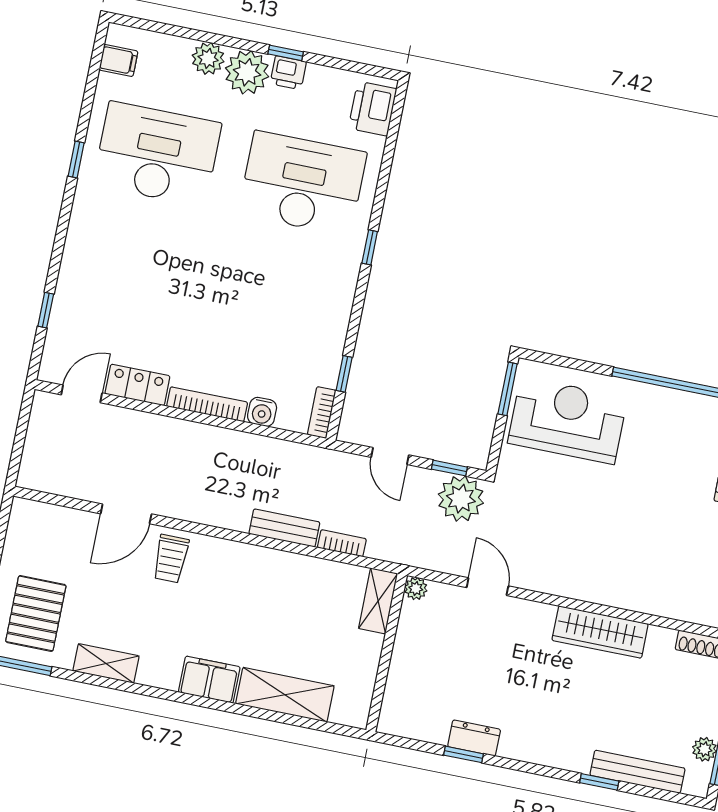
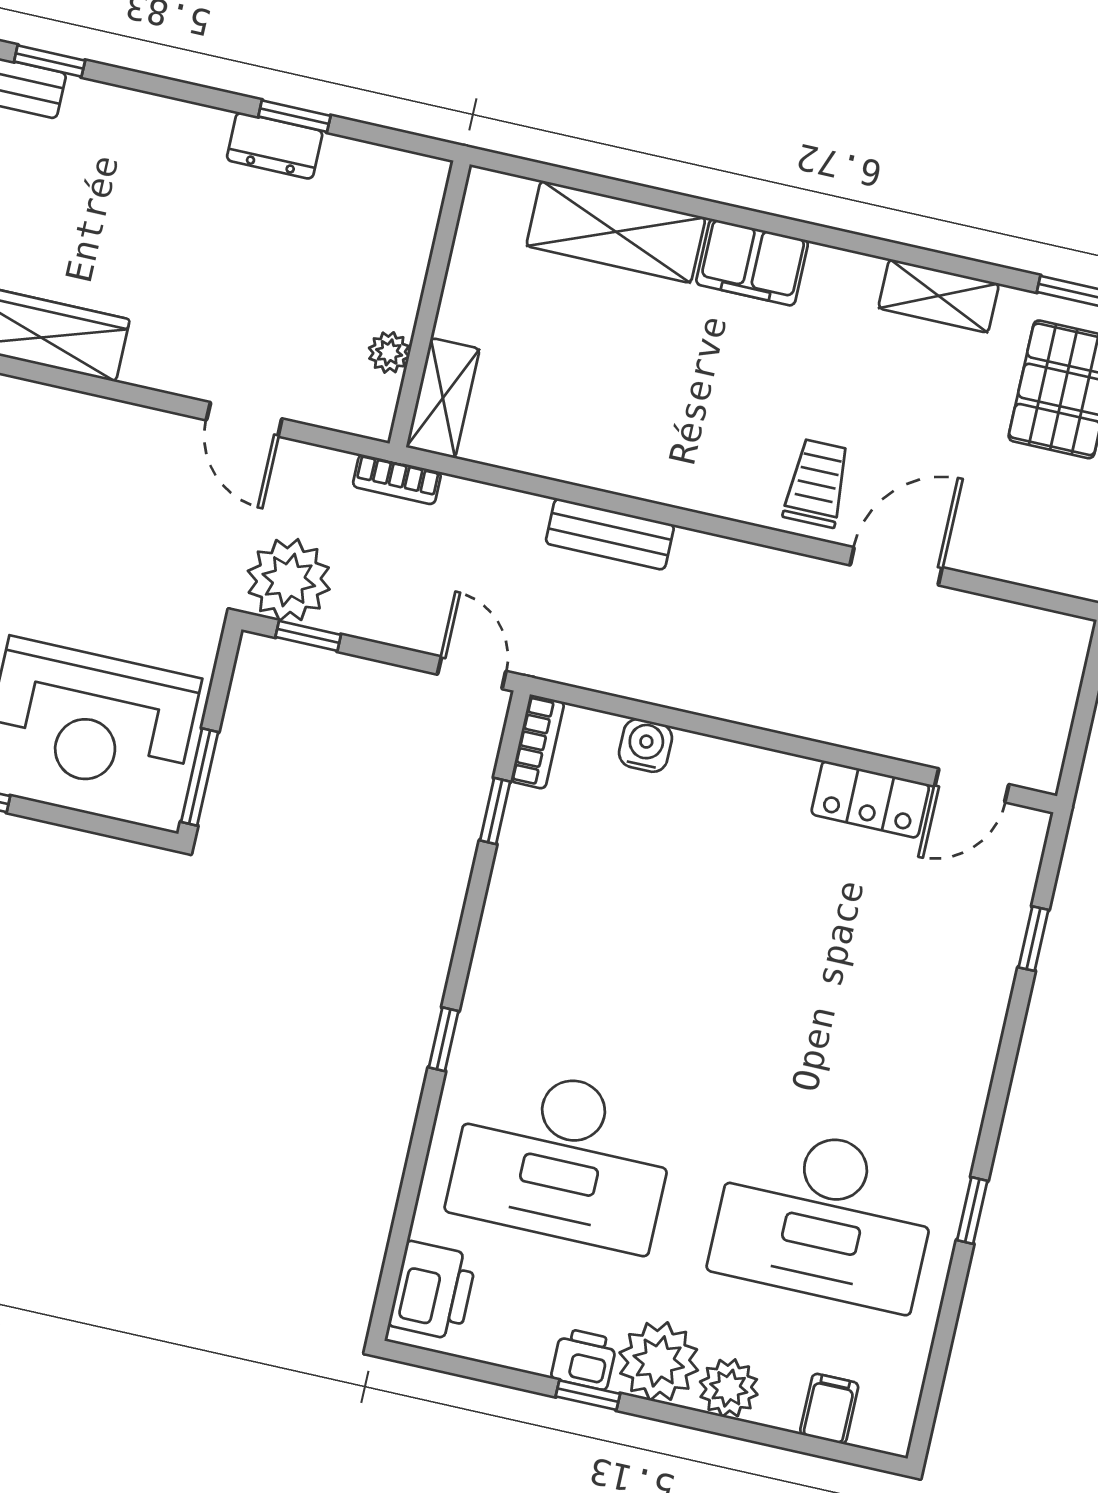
filing cabinet: (118, 60) -> (829, 1409), moved, turned 90
bookcase: (207, 404) -> (745, 761), removed
door: (390, 456) -> (472, 673), moved
bookcase: (342, 543) -> (397, 479), moved
plant: (416, 589) -> (389, 352), moved

